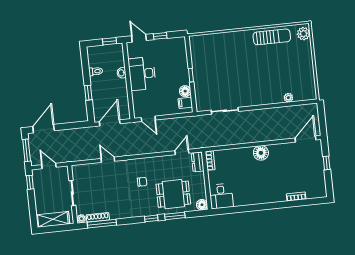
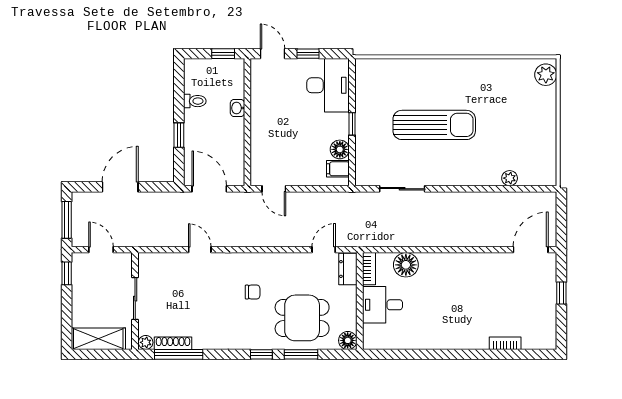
sun lounger: (272, 37) -> (434, 125), moved, width x1.36, depth x1.34
desk: (142, 74) -> (328, 85), moved, turned 180
door: (110, 123) -> (209, 189), hinge flipped
door: (44, 129) -> (120, 187), moved
floor lamp: (261, 153) -> (406, 265), moved
desk: (221, 196) -> (382, 305), moved, turned 90

